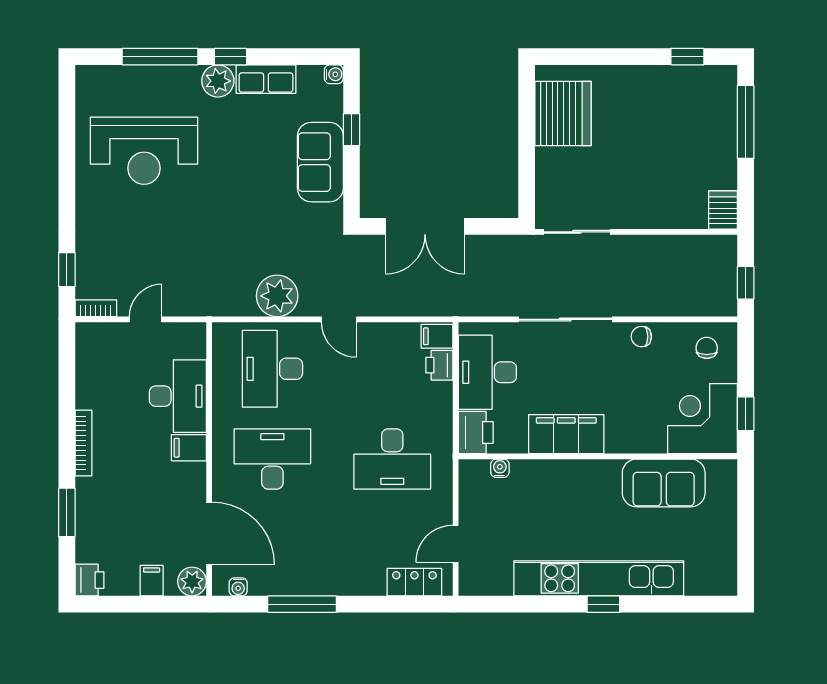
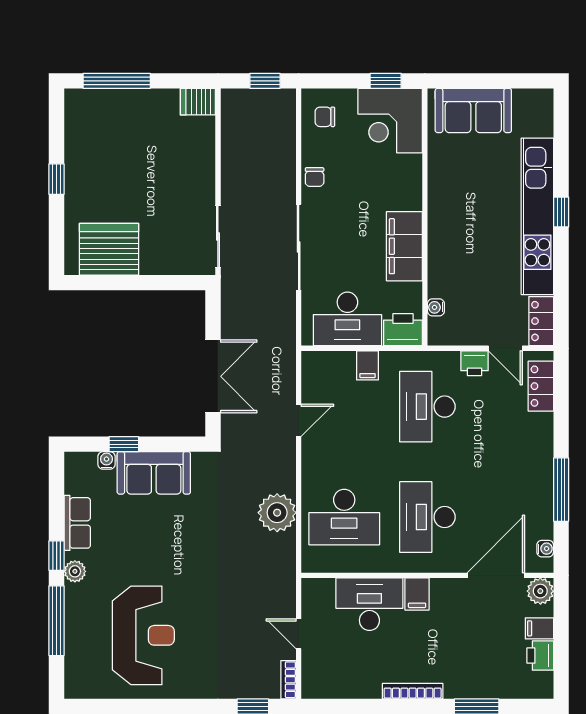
window: (687, 57) -> (57, 179), moved
water cooler: (334, 74) -> (106, 460), moved
plant: (218, 81) -> (75, 571), width x0.73, depth x0.73
door: (339, 319) -> (299, 420), moved
filing cabinet: (437, 336) -> (368, 365), moved
printer: (439, 365) -> (474, 363), moved
desk: (392, 459) -> (427, 407), turned 180
sofa: (664, 483) -> (473, 110), moved, turned 90
printer: (89, 580) -> (540, 656), moved, turned -90
locker: (485, 582) -> (541, 321), added

